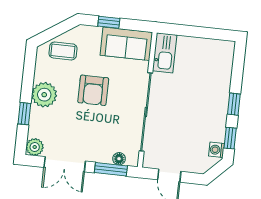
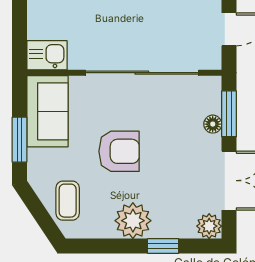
window: (109, 22) -> (20, 140), width x1.50
kitchen sink: (165, 53) -> (47, 55), width x0.73
floor lamp: (119, 159) -> (213, 124), moved

